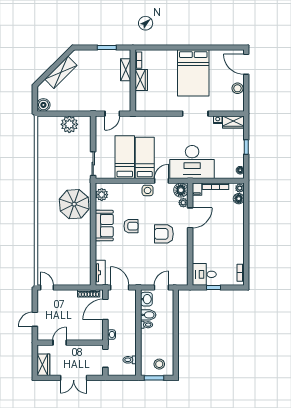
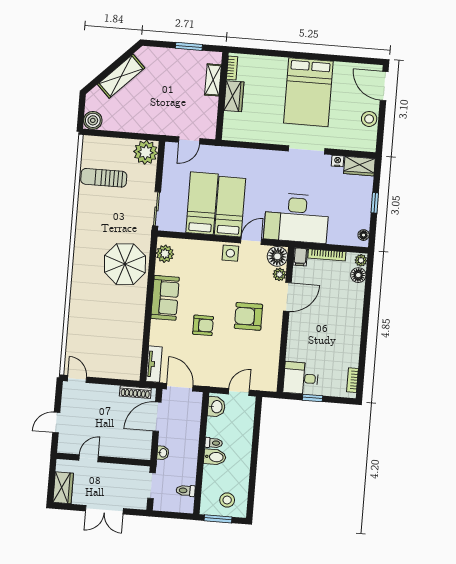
plant: (69, 124) -> (146, 152), moved
sun lounger: (54, 145) -> (104, 178), added
armchair: (131, 226) -> (203, 325), moved
bidet: (148, 315) -> (215, 457), moved

